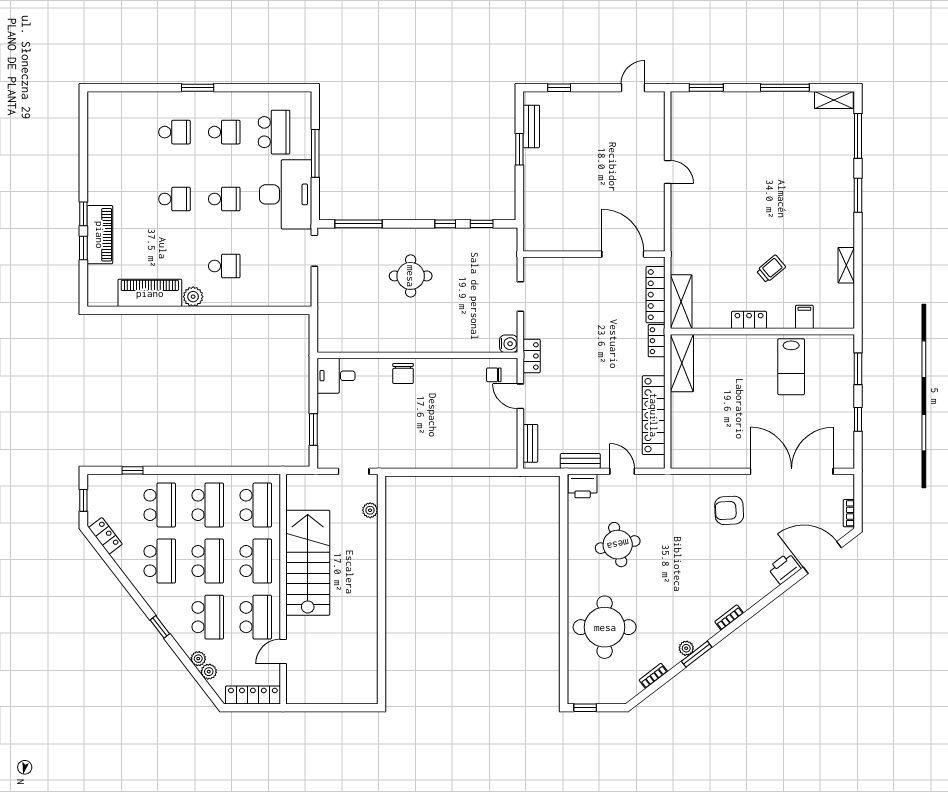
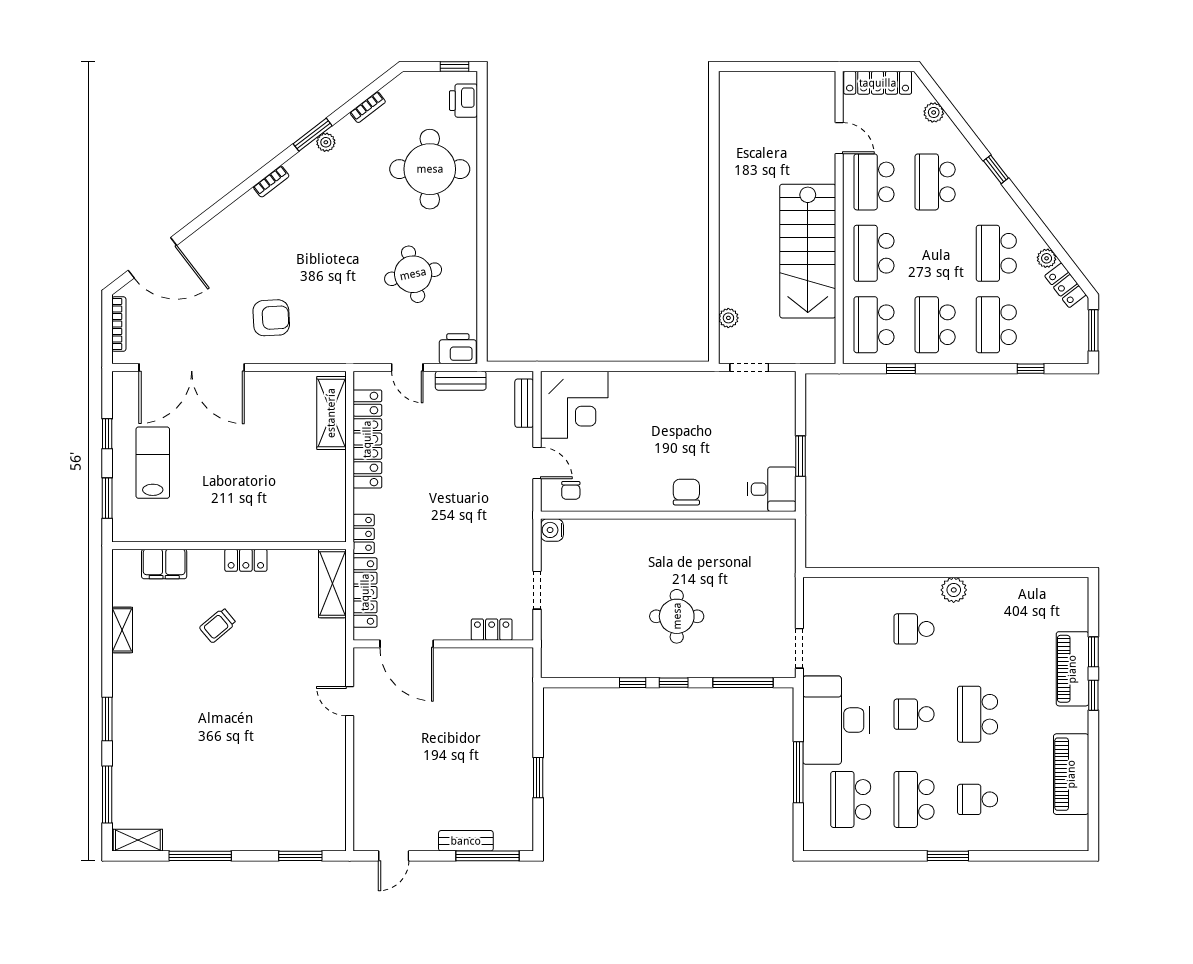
window: (559, 88) -> (488, 856), width x2.17
bench: (531, 126) -> (466, 841), moved, turned 90
school desk: (224, 132) -> (914, 799), width x1.85
door: (668, 172) -> (350, 701), moved
school desk: (174, 199) -> (977, 714), width x1.85
window: (482, 224) -> (674, 683), moved
piano: (150, 293) -> (1071, 774), moved, turned 90
filing cabinet: (804, 317) -> (164, 564), width x2.00
locker: (532, 356) -> (492, 630), moved, turned 90
shelving: (682, 363) -> (331, 413), moved
lab bench: (791, 367) -> (153, 463), moved
chair: (494, 375) -> (571, 490), turned 90
window: (313, 430) -> (801, 456), moved
corner desk: (491, 442) -> (574, 405), added
window: (235, 470) -> (901, 369), added
window: (83, 500) -> (1093, 330), width x1.50
bookcase: (849, 513) -> (119, 324), width x1.56
school desk: (208, 561) -> (935, 253), removed
printer: (784, 568) -> (463, 101), moved, turned 128
door: (283, 652) -> (839, 138), hinge flipped
plant: (198, 659) -> (1047, 258), moved

